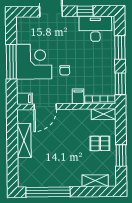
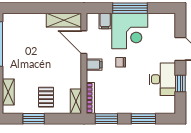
desk: (95, 29) -> (163, 79), moved
filing cabinet: (78, 96) -> (94, 65), moved
filing cabinet: (24, 99) -> (105, 21), moved
shelving: (24, 141) -> (64, 20), moved

